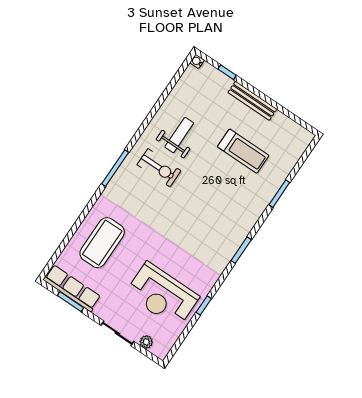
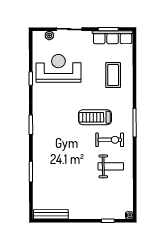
bench: (252, 101) -> (51, 214), moved
weight bench: (179, 135) -> (111, 166), turned -90
treadmill: (243, 151) -> (95, 117), moved
exercise bike: (159, 168) -> (110, 140), turned 180
coffee table: (102, 243) -> (113, 75), width x0.73, depth x0.76

